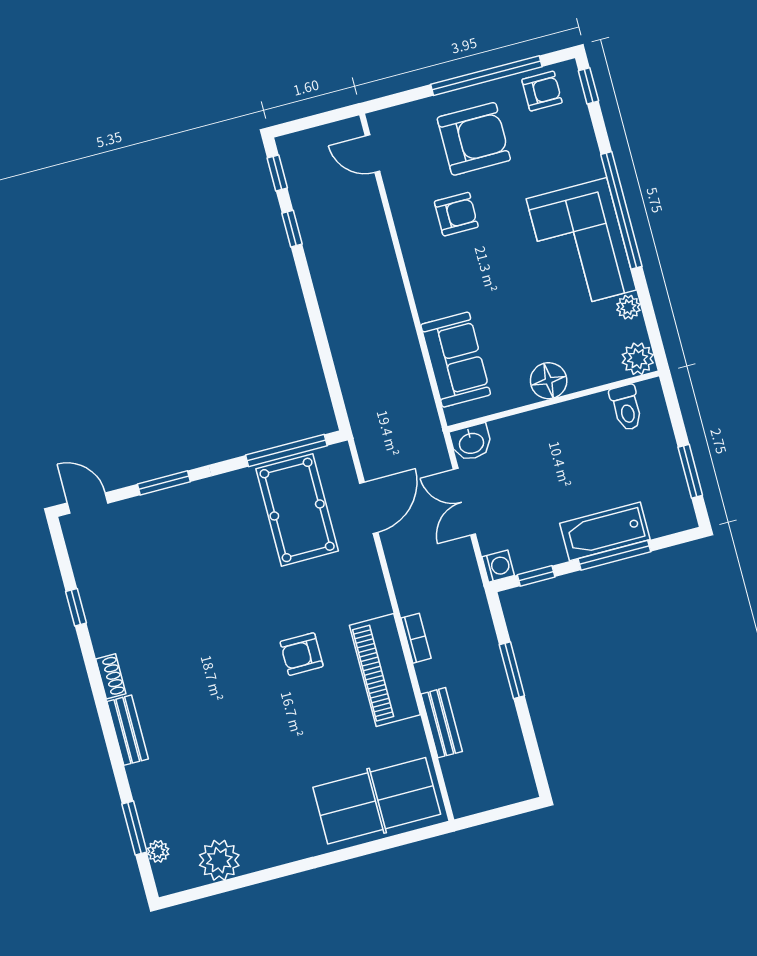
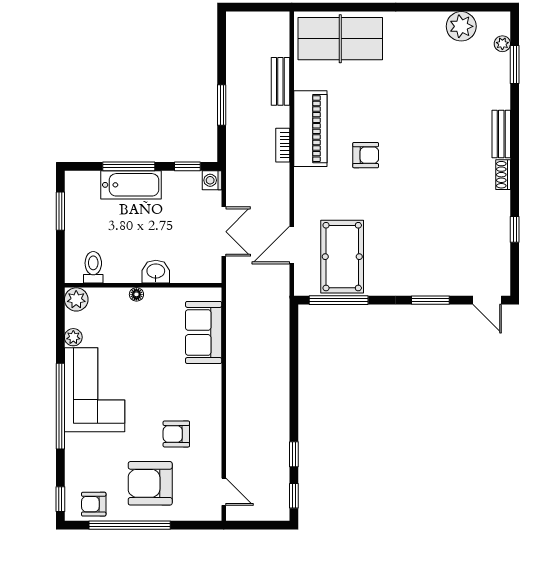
floor lamp: (549, 381) -> (136, 294), width x0.53, depth x0.53
washbasin: (471, 442) -> (156, 272), moved

